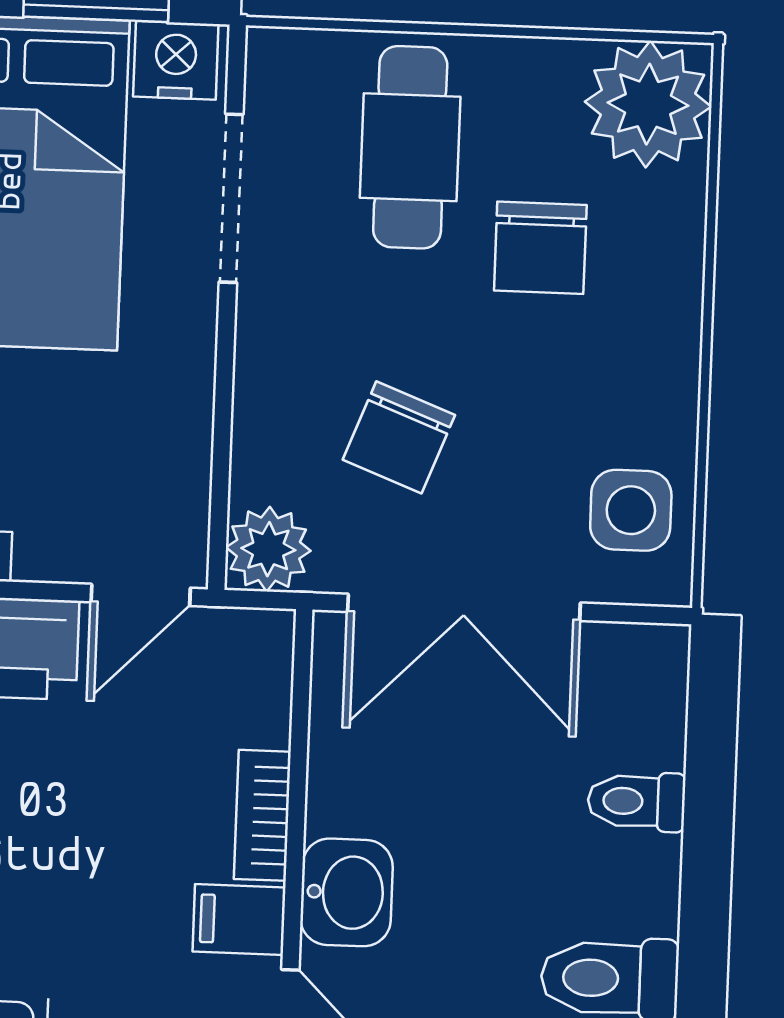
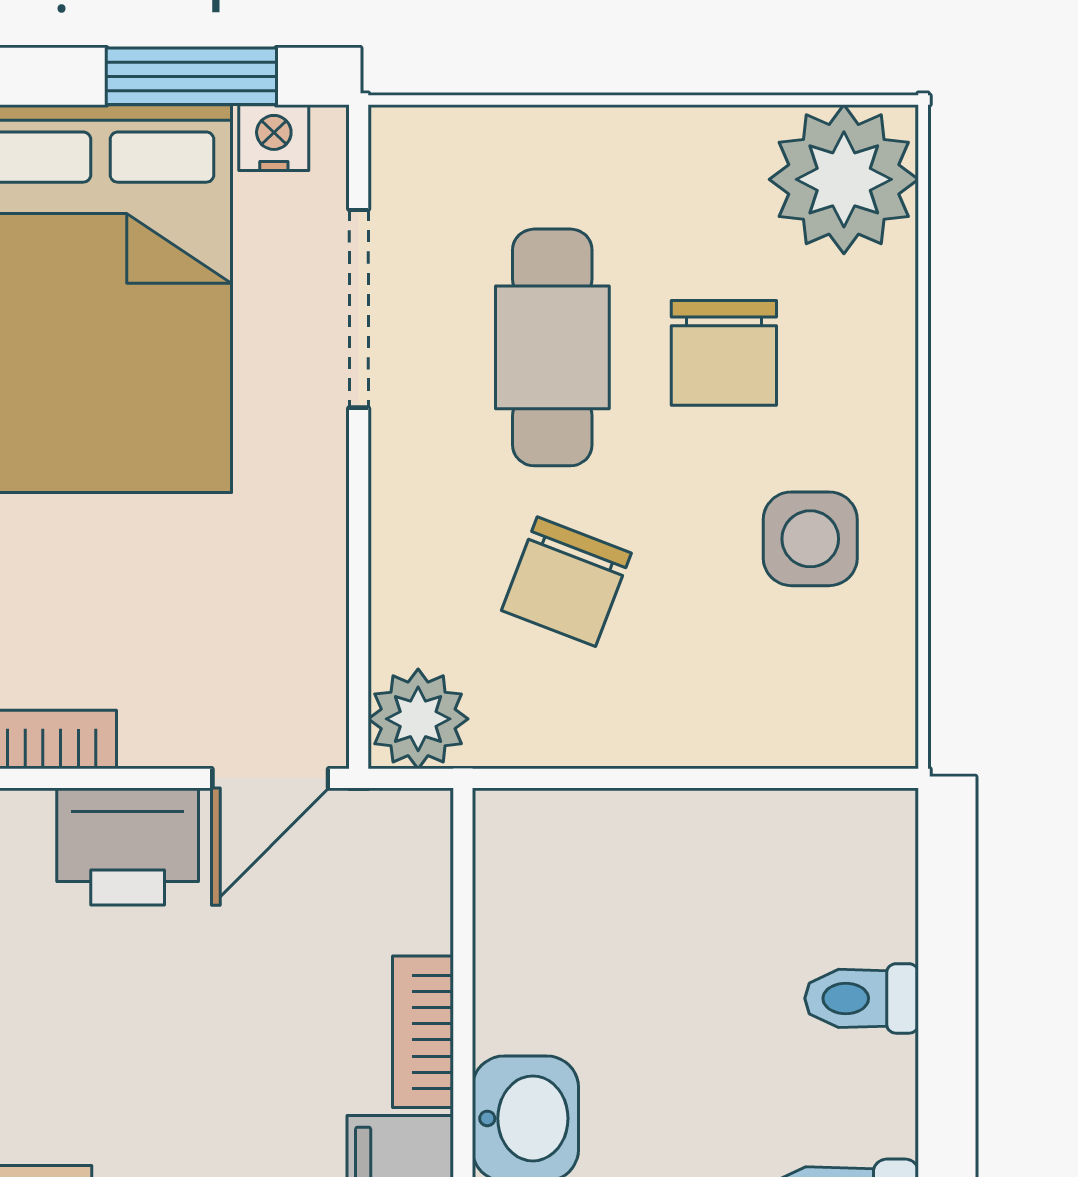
nightstand: (176, 60) -> (274, 138), width x0.72, depth x0.74
cafe table: (410, 147) -> (552, 347), moved
side table: (631, 510) -> (810, 539), moved
double door: (464, 607) -> (650, 778), removed

